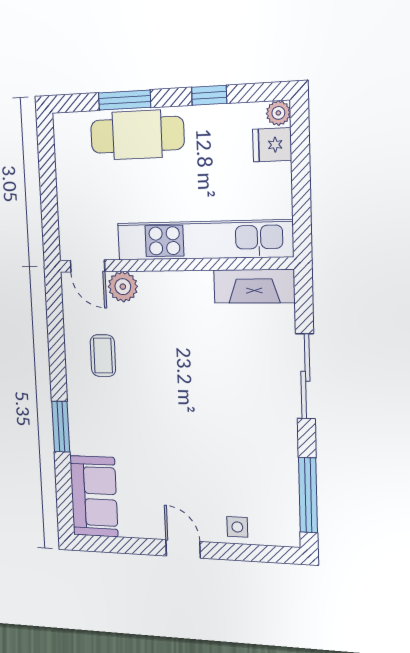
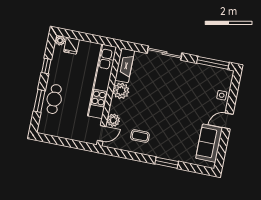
cafe table: (137, 135) -> (54, 99), width x0.73, depth x0.74
plant: (193, 290) -> (121, 91), added
sofa: (94, 496) -> (209, 143), moved, turned -90

